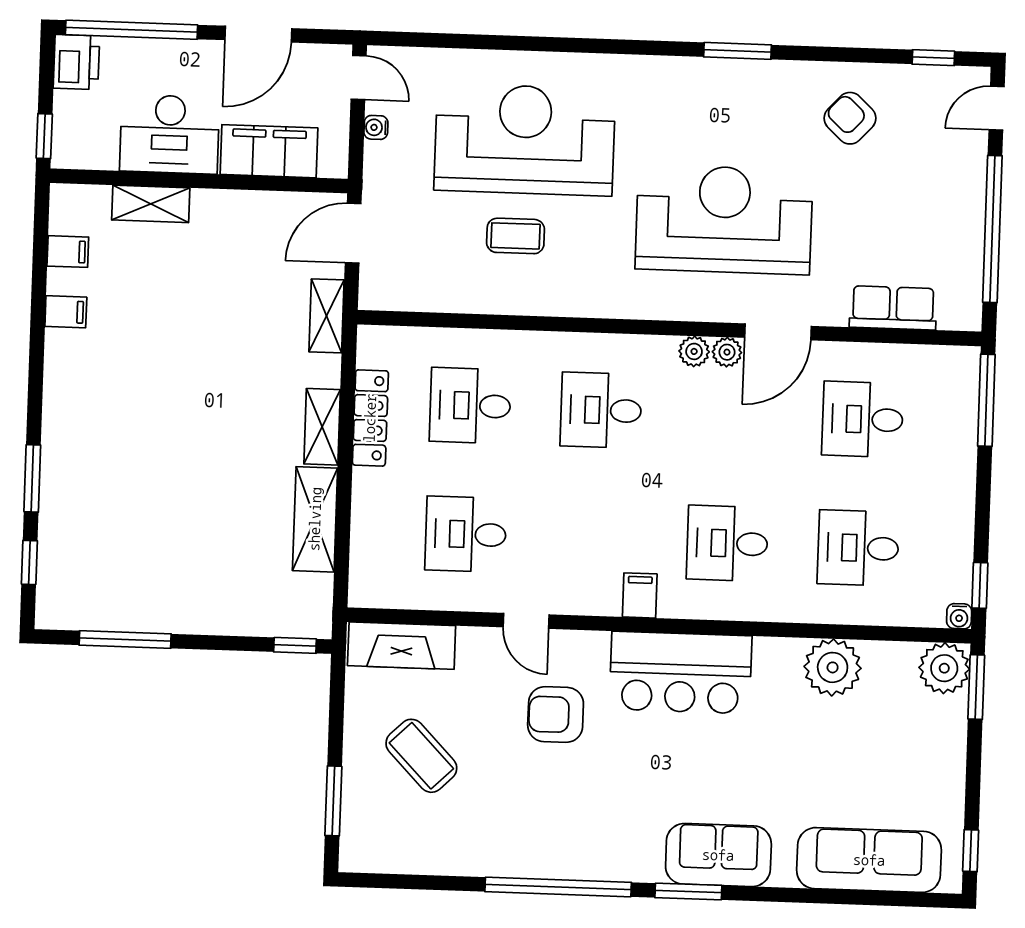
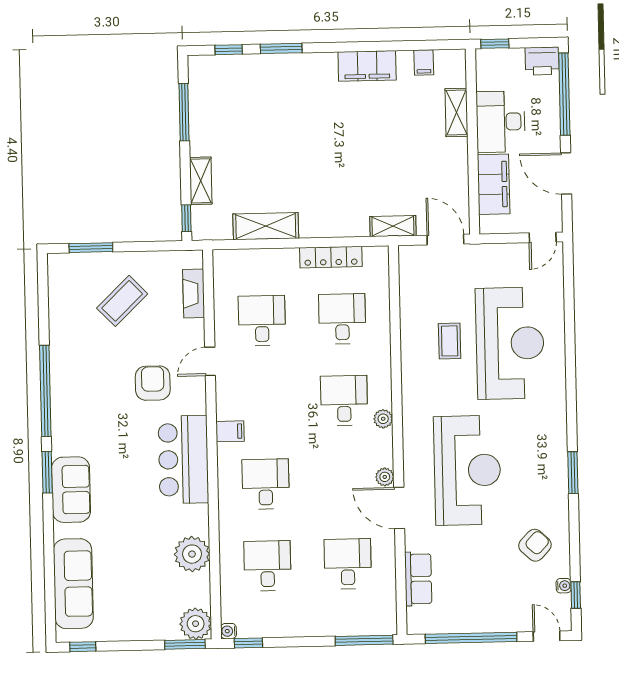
water cooler: (376, 127) -> (564, 586), moved, turned 90
filing cabinet: (66, 312) -> (367, 66), width x3.00, depth x1.17
plant: (694, 351) -> (383, 419), moved
shelving: (322, 427) -> (201, 181), moved, turned 90
fireplace: (402, 646) -> (194, 294), width x0.73, depth x0.76

